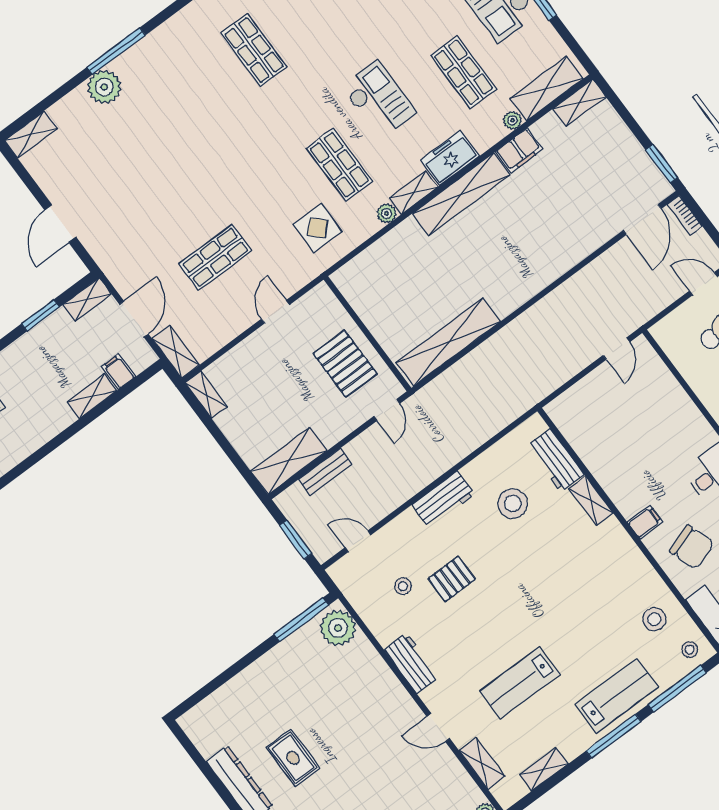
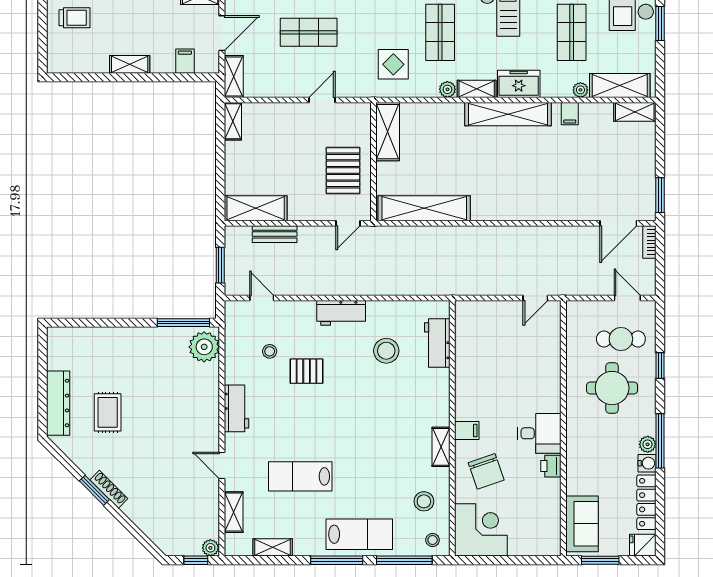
filing cabinet: (519, 150) -> (570, 114), width x0.50
shelving: (360, 296) -> (388, 132), added
shelving: (92, 396) -> (130, 64), moved
shelving: (591, 501) -> (441, 447), moved

